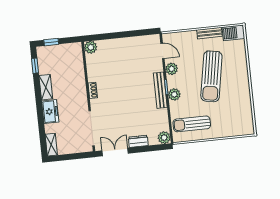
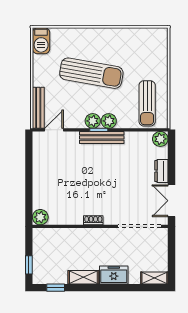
bench: (209, 33) -> (38, 108), moved, width x1.36
plant: (172, 69) -> (93, 121), moved

